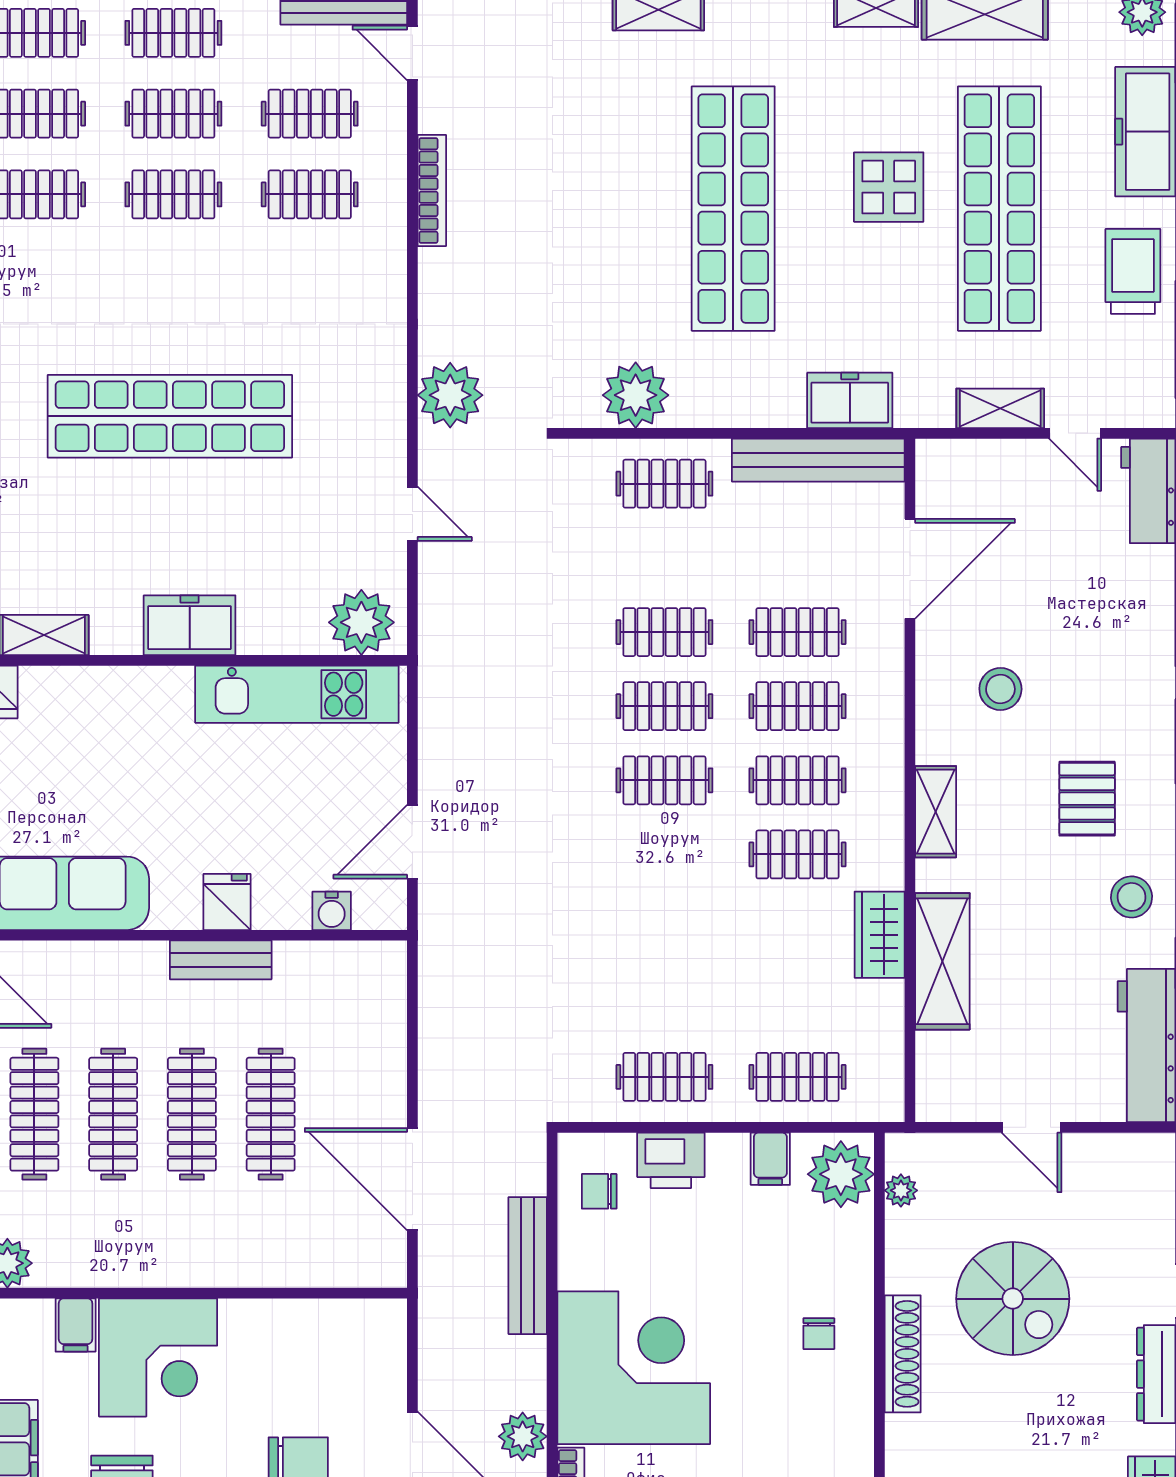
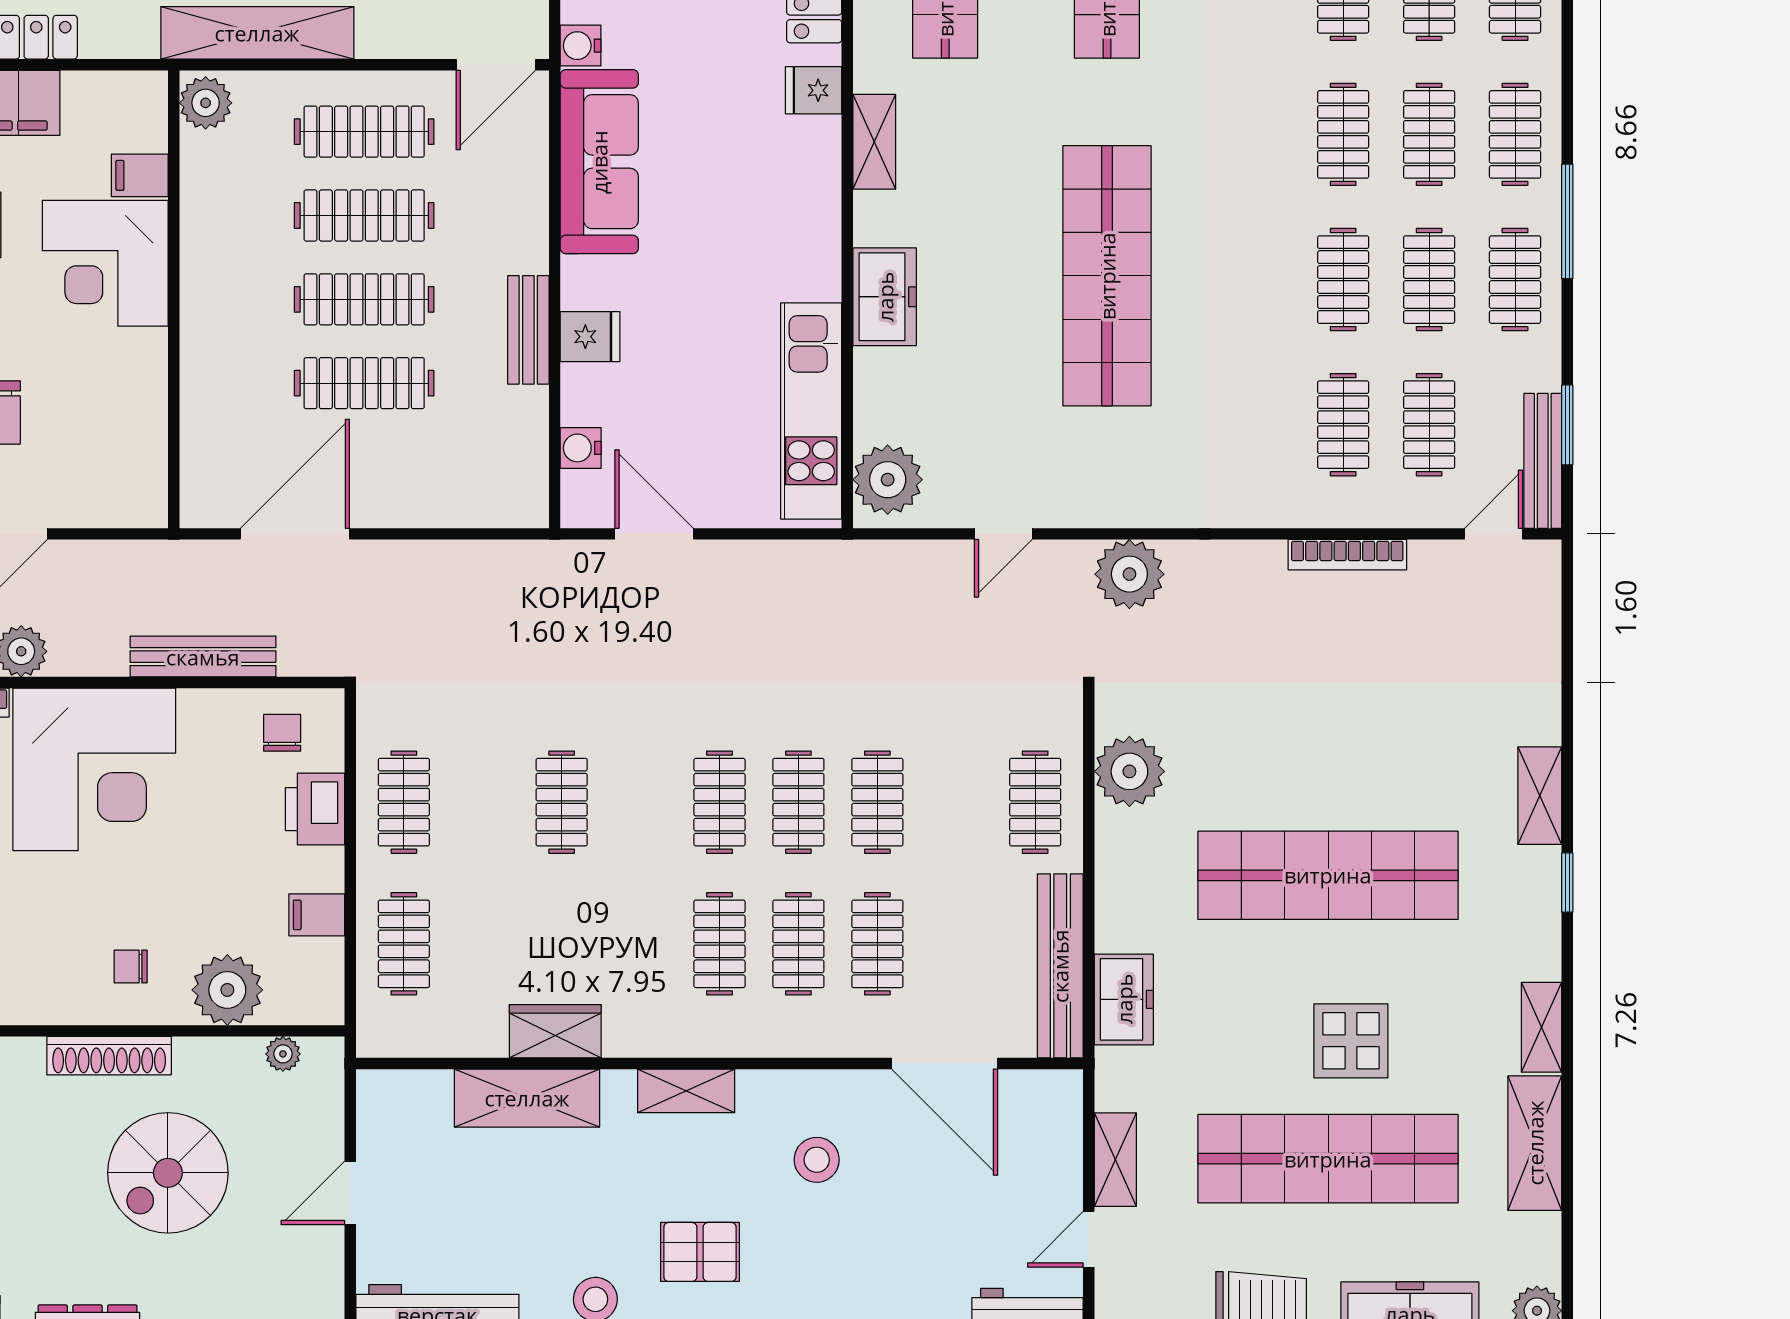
clothes rail: (798, 854) -> (562, 802), moved
plant: (841, 1174) -> (227, 990), moved

